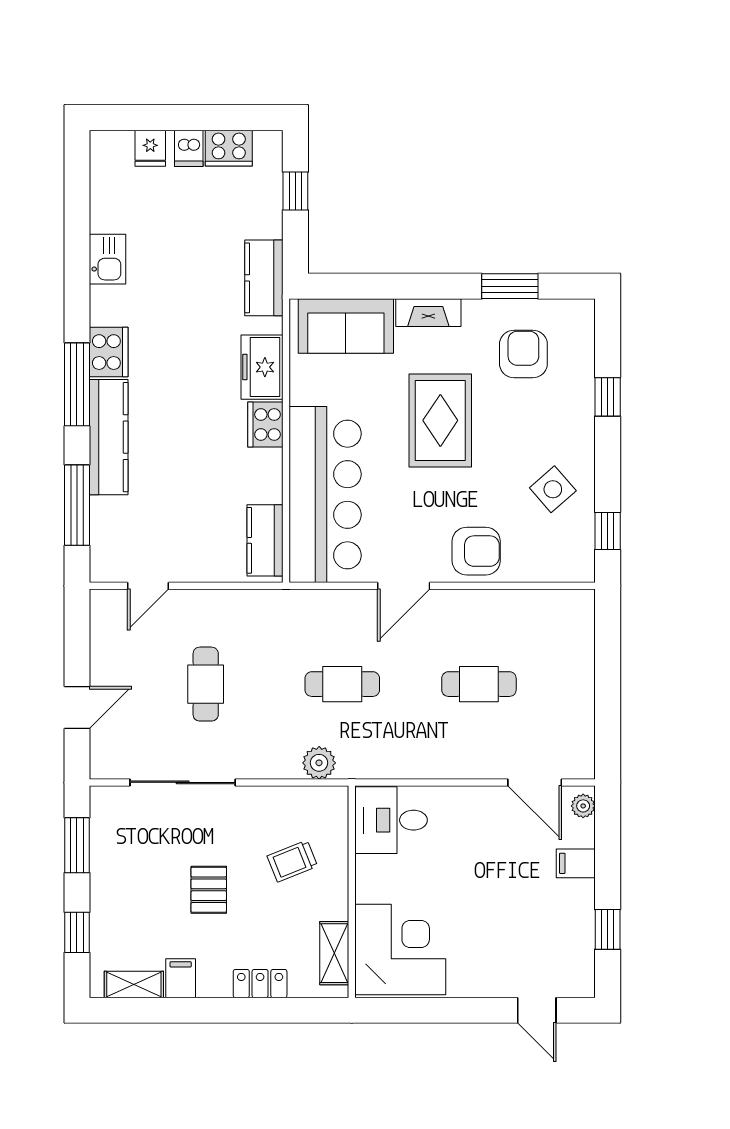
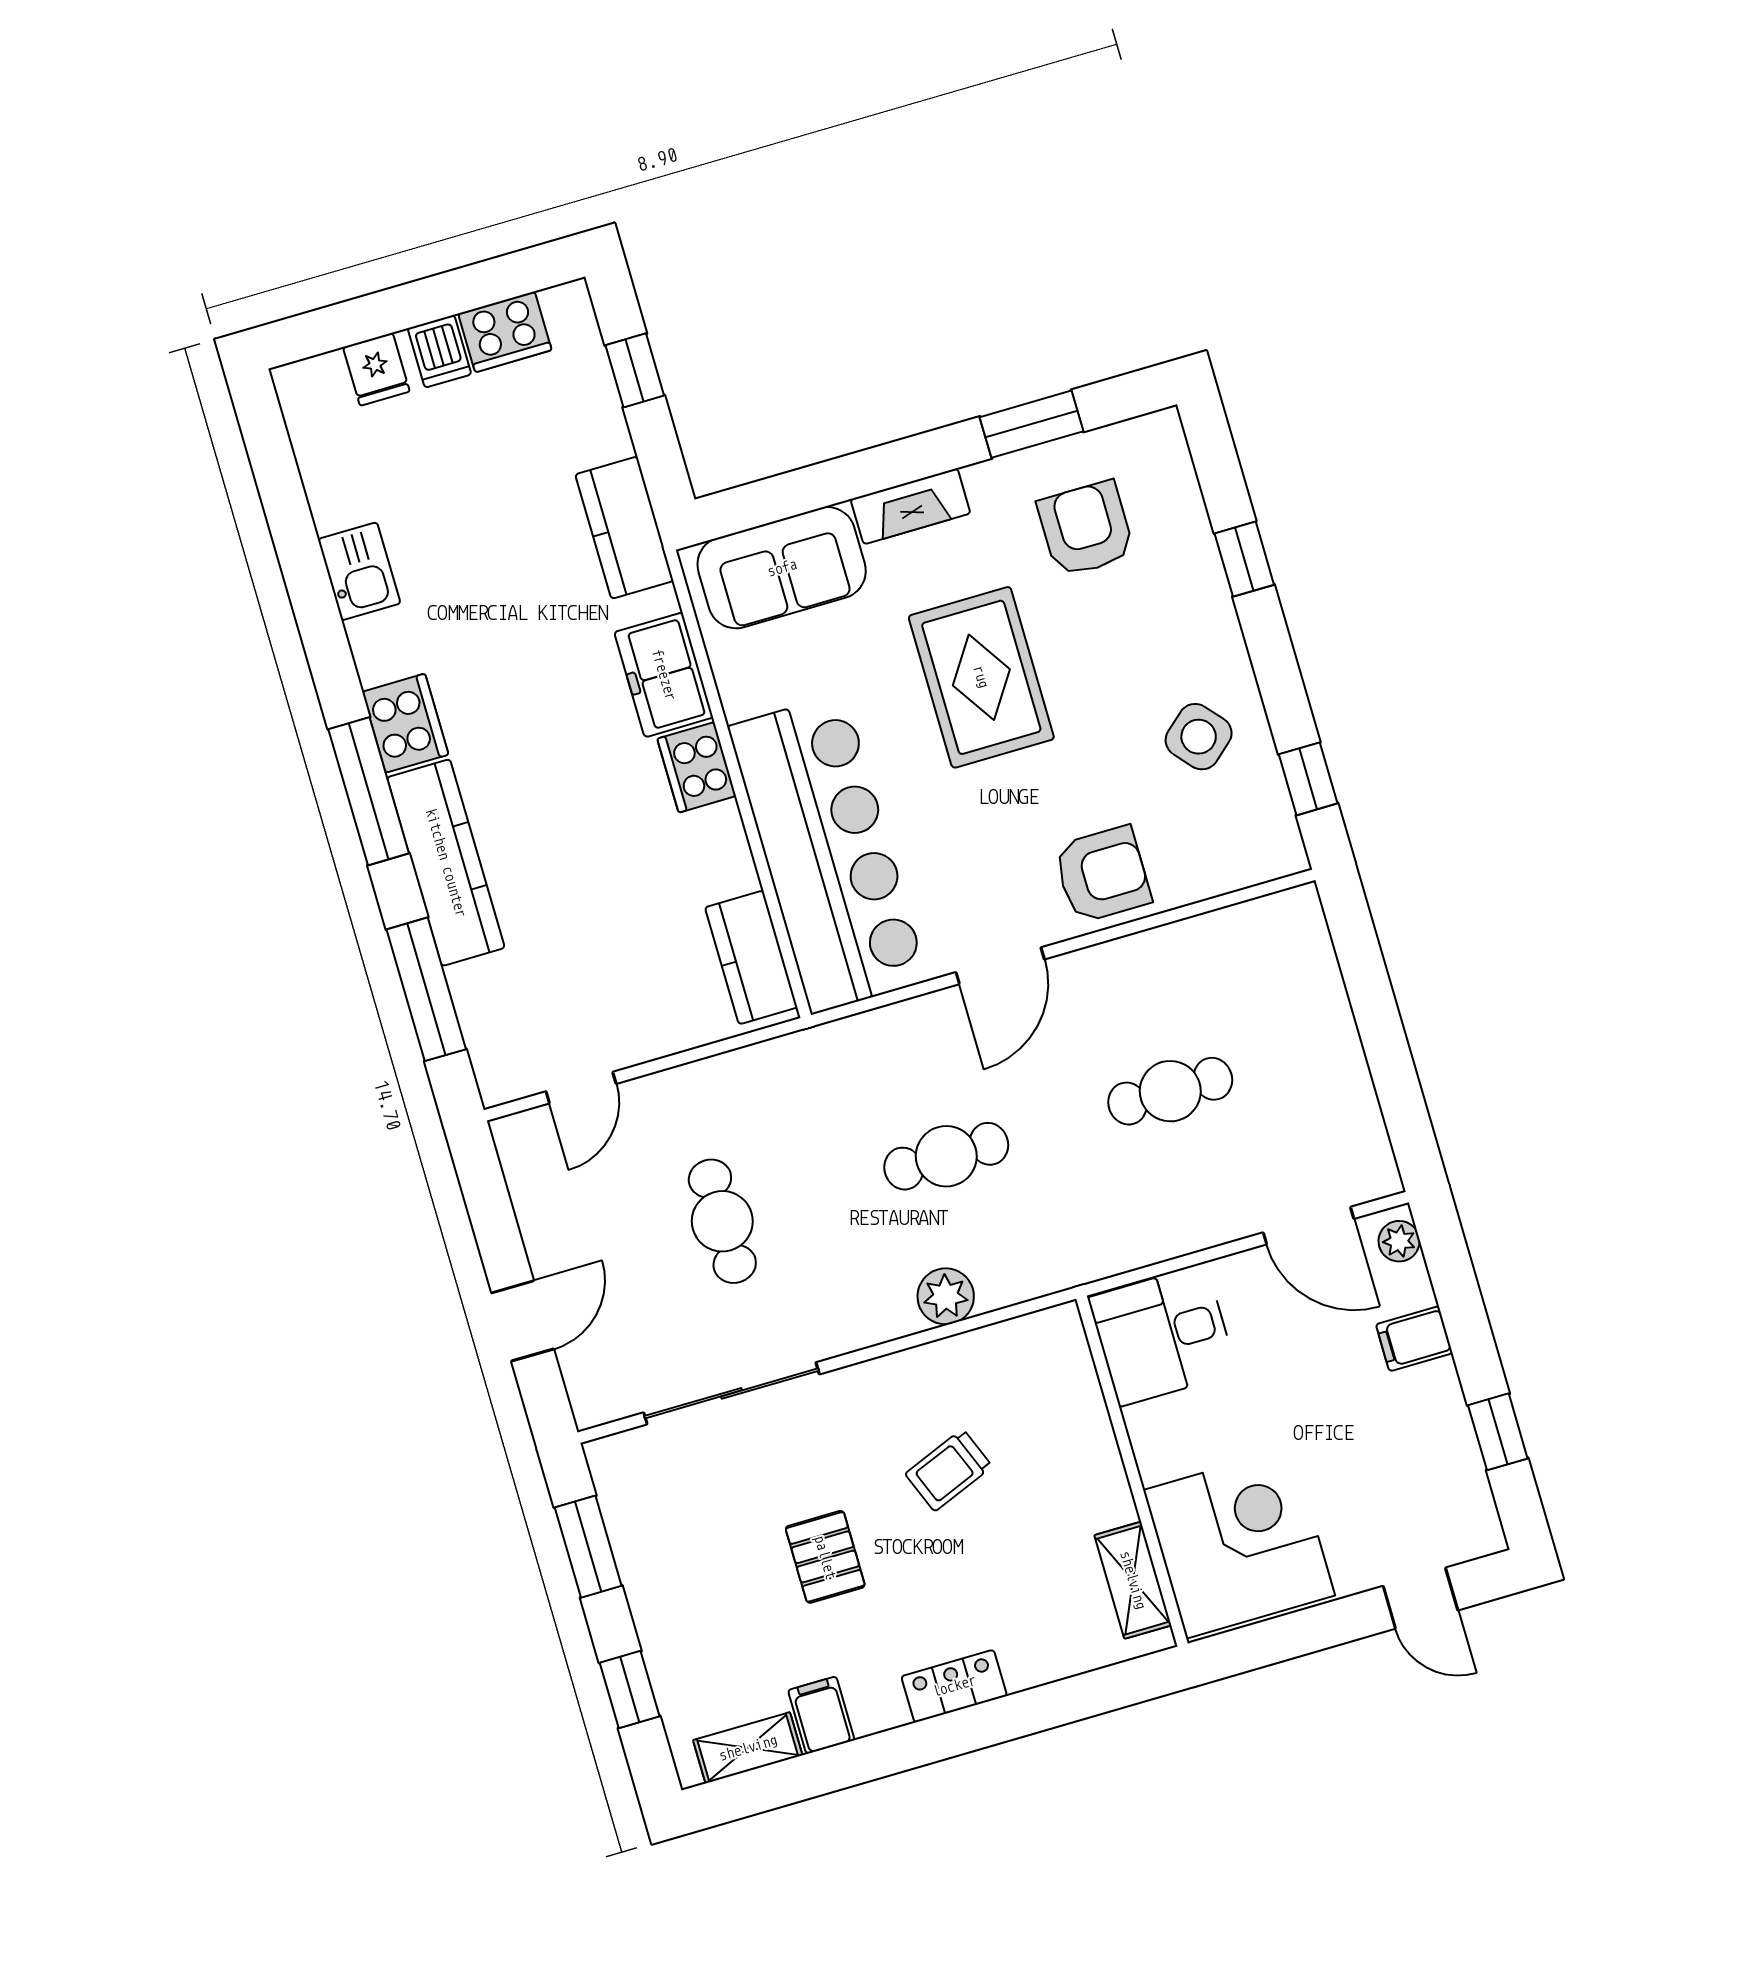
desk: (391, 820) -> (1163, 1335), moved
wall: (352, 892) -> (1132, 1471), moved
corner desk: (400, 949) -> (1239, 1543), moved
shelving: (334, 953) -> (1133, 1580), moved

